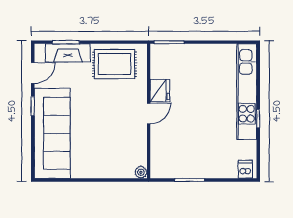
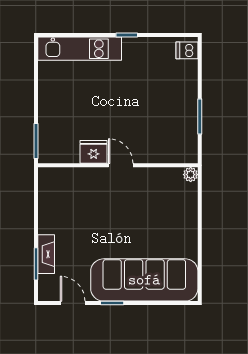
fireplace: (68, 53) -> (46, 254), width x0.73, depth x0.76
rug: (114, 64) -> (62, 206), removed
kitchen unit: (247, 92) -> (80, 49), width x0.73

